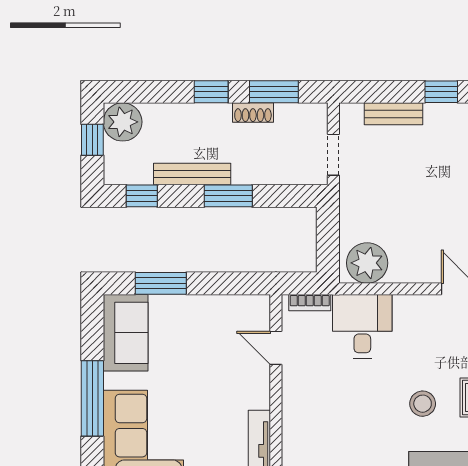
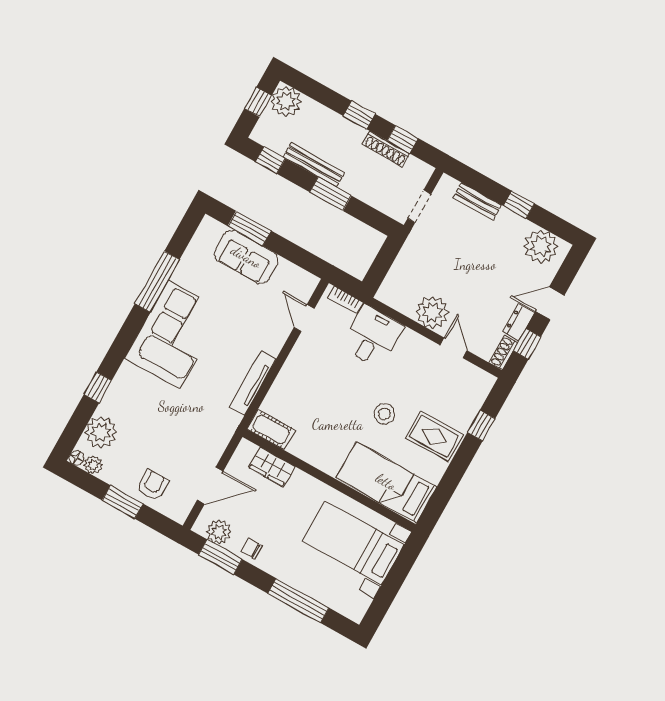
window: (274, 92) -> (403, 139), width x0.67
shoe rack: (253, 113) -> (386, 149), width x1.43
plant: (367, 263) -> (432, 312), moved
sofa: (126, 333) -> (246, 257), moved, turned 90

